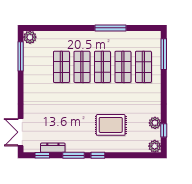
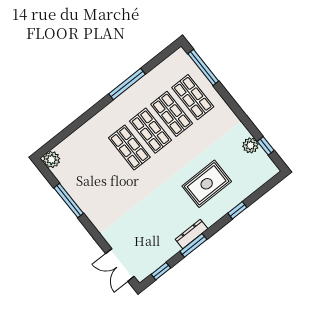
window: (21, 56) -> (69, 201), moved
shop shelf: (61, 67) -> (108, 164), removed
plant: (155, 146) -> (269, 170), removed
dresser: (53, 148) -> (192, 234), moved
window: (98, 155) -> (237, 210), moved

